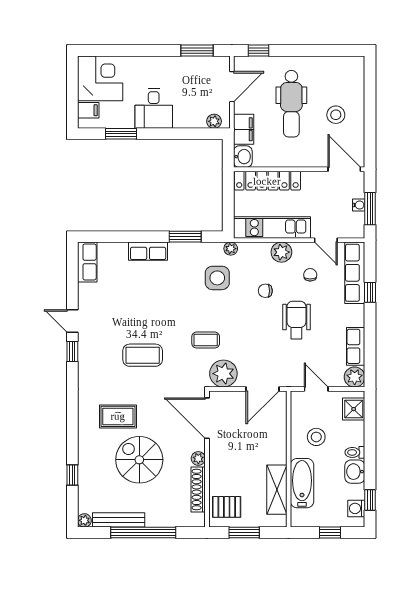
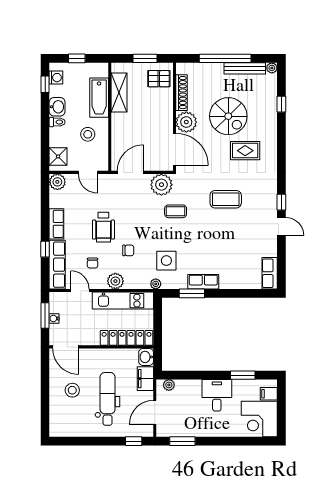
row of seats: (148, 251) -> (203, 282), moved
row of seats: (356, 346) -> (56, 224), moved
plant: (198, 458) -> (186, 122), width x1.87, depth x1.87

